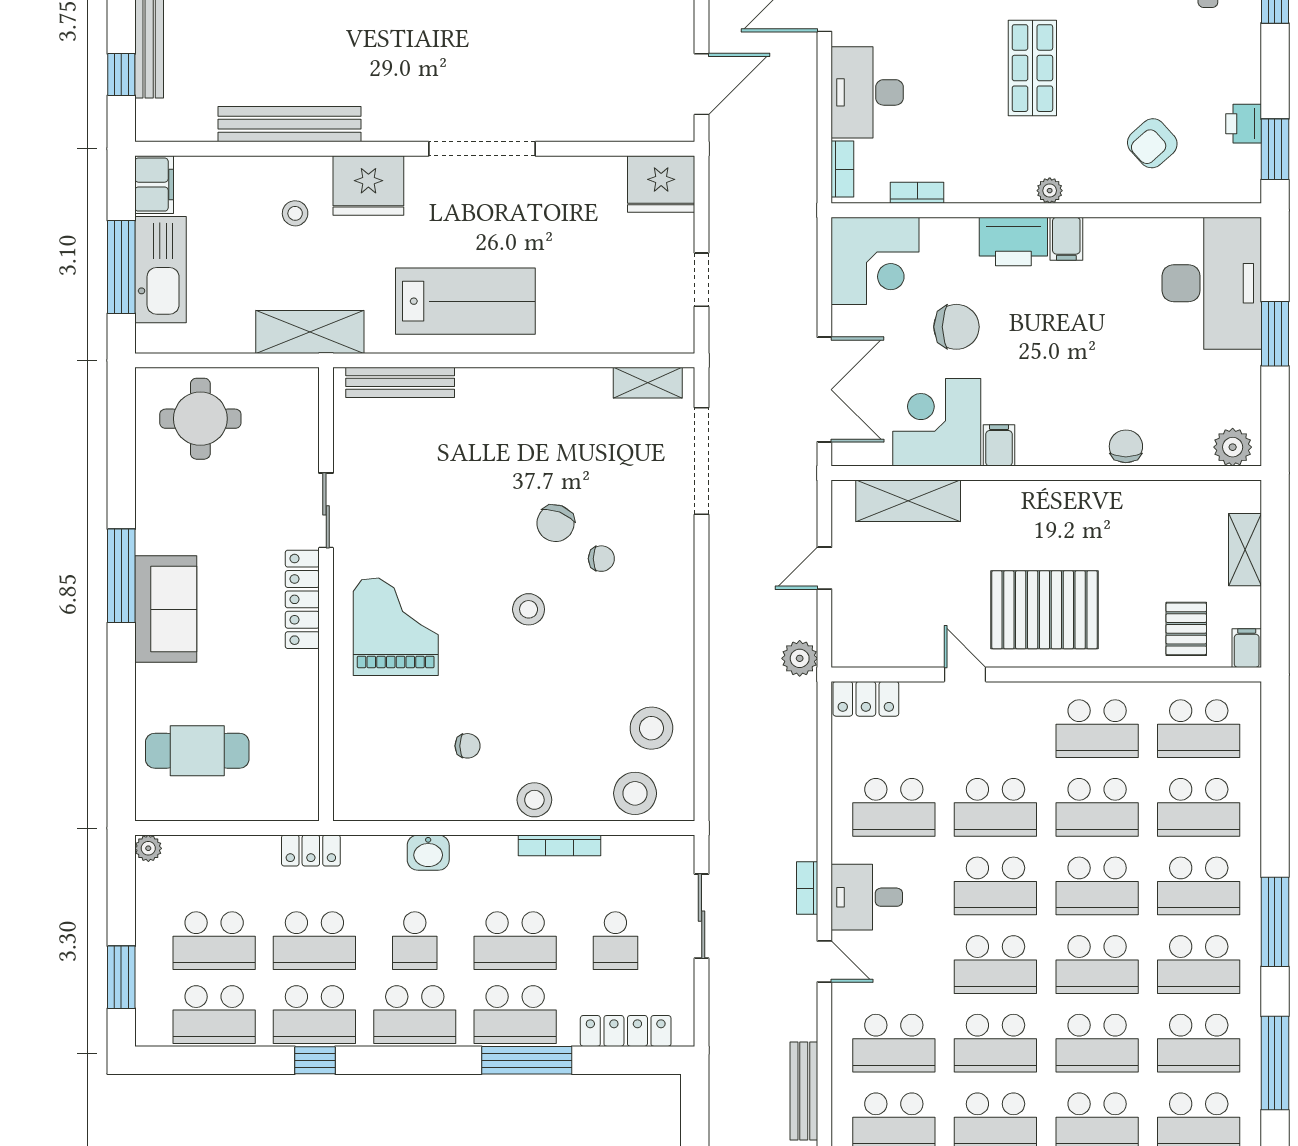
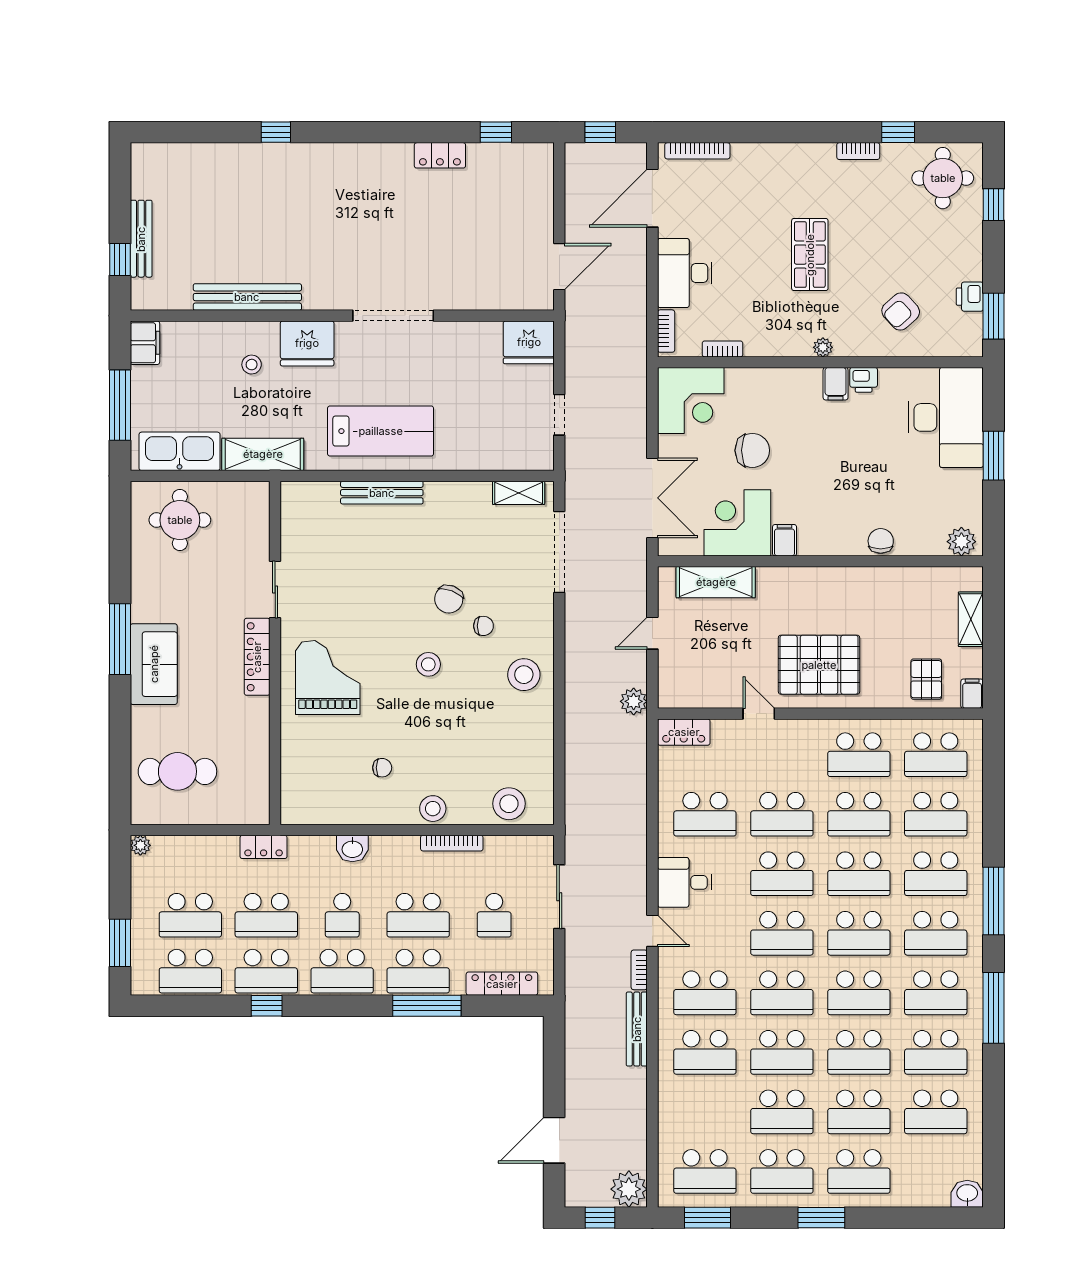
printer: (1013, 241) -> (864, 380), moved, width x0.53, depth x0.68
kitchen sink: (160, 270) -> (180, 451), moved, turned -90
bench: (400, 382) -> (382, 493), moved
stool: (651, 728) -> (524, 675), moved
bookcase: (807, 888) -> (639, 970), moved

